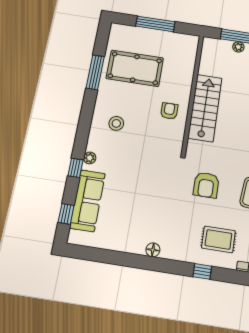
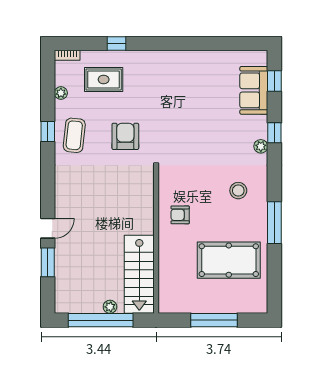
window: (95, 72) -> (274, 223), moved
stairs: (205, 108) -> (139, 274), moved
armchair: (169, 111) -> (180, 215), turned 90
sofa: (87, 201) -> (254, 90), width x0.73
floor lamp: (153, 250) -> (173, 58), removed

